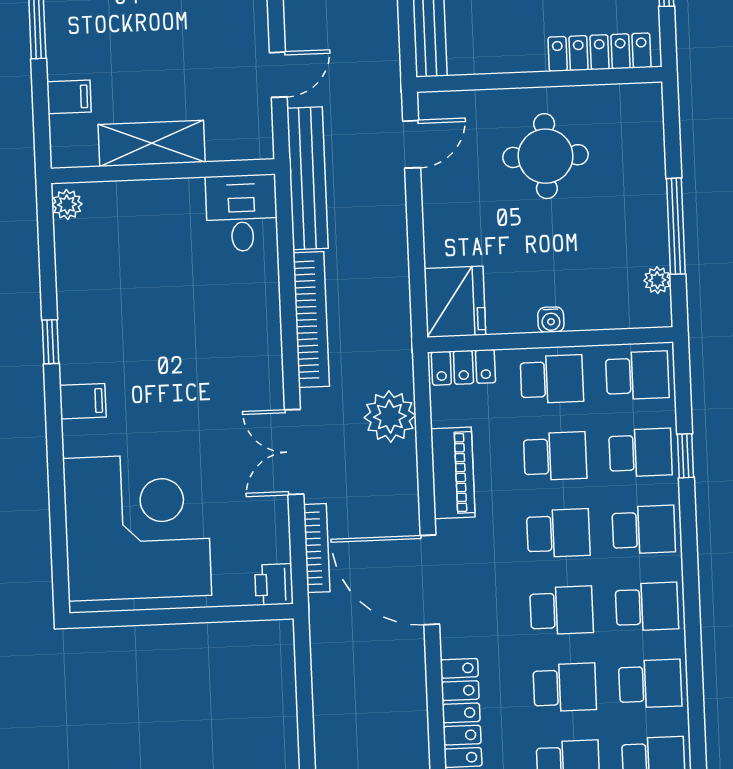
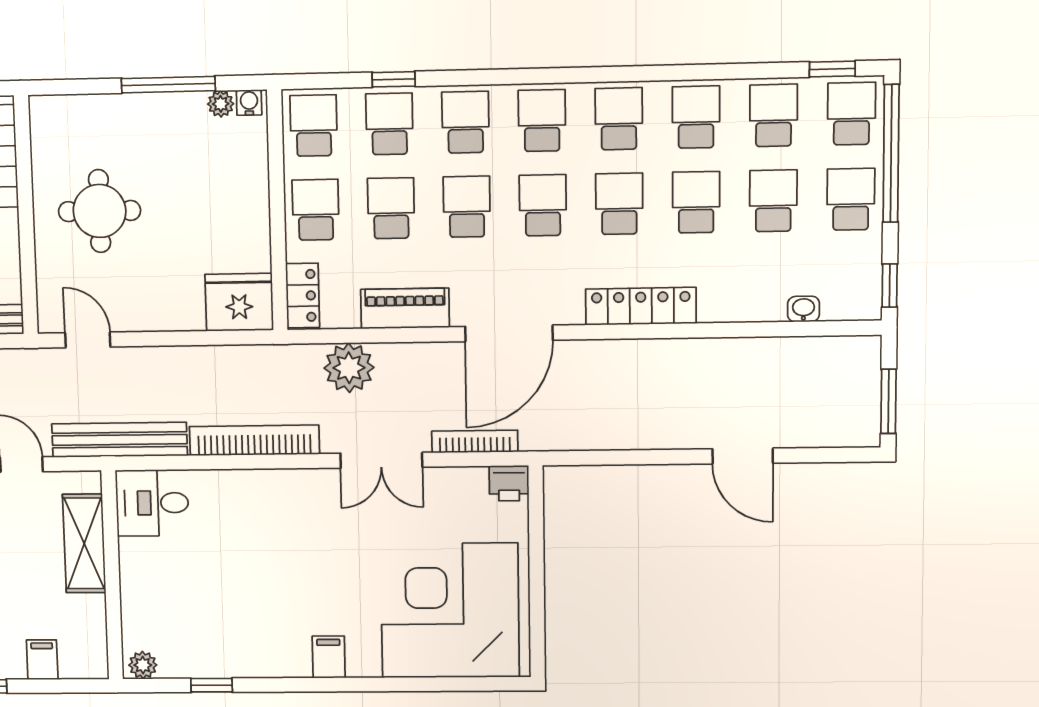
shelving: (152, 143) -> (84, 543), moved
water cooler: (551, 320) -> (249, 102), moved, turned -90
window: (50, 342) -> (212, 685), moved

